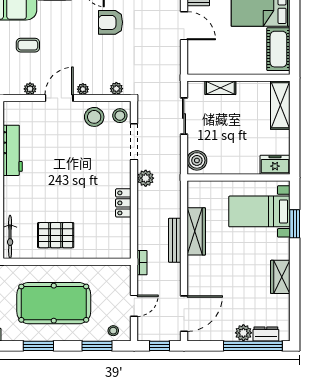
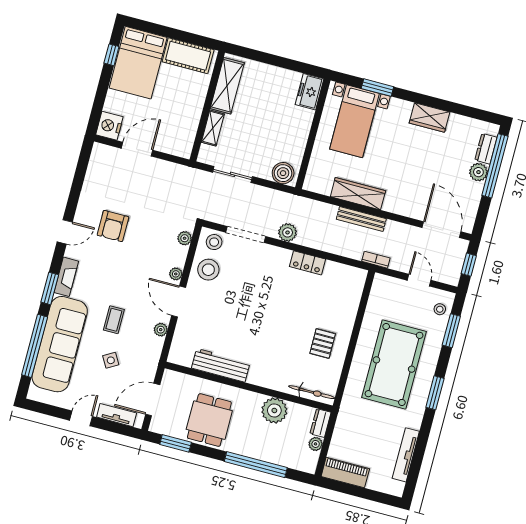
shelving: (280, 105) -> (227, 86), moved, turned 90
pallet: (56, 235) -> (323, 343), width x0.67, depth x0.71

